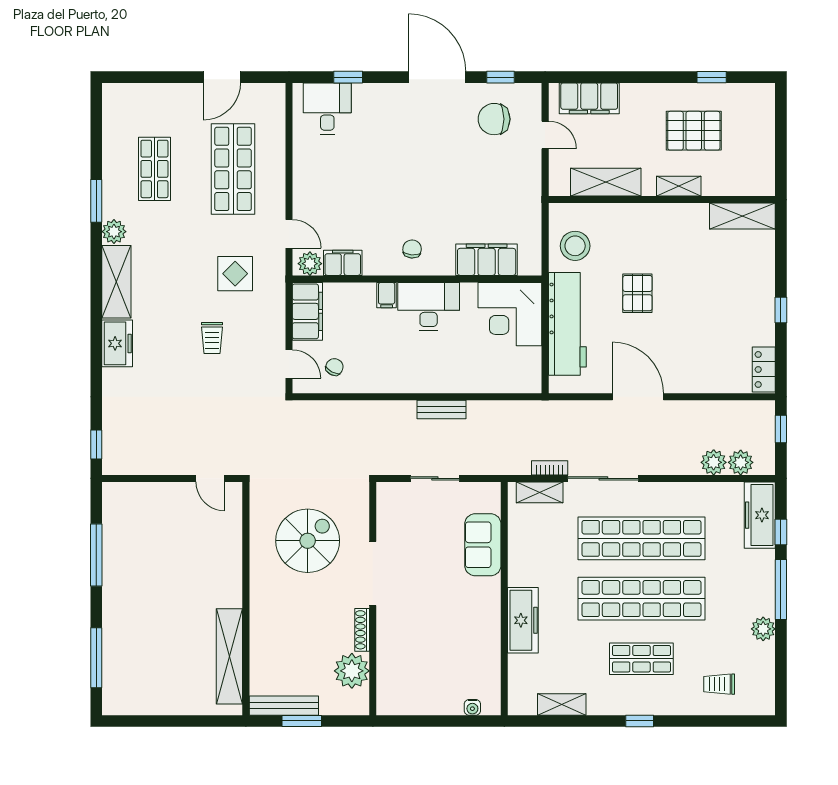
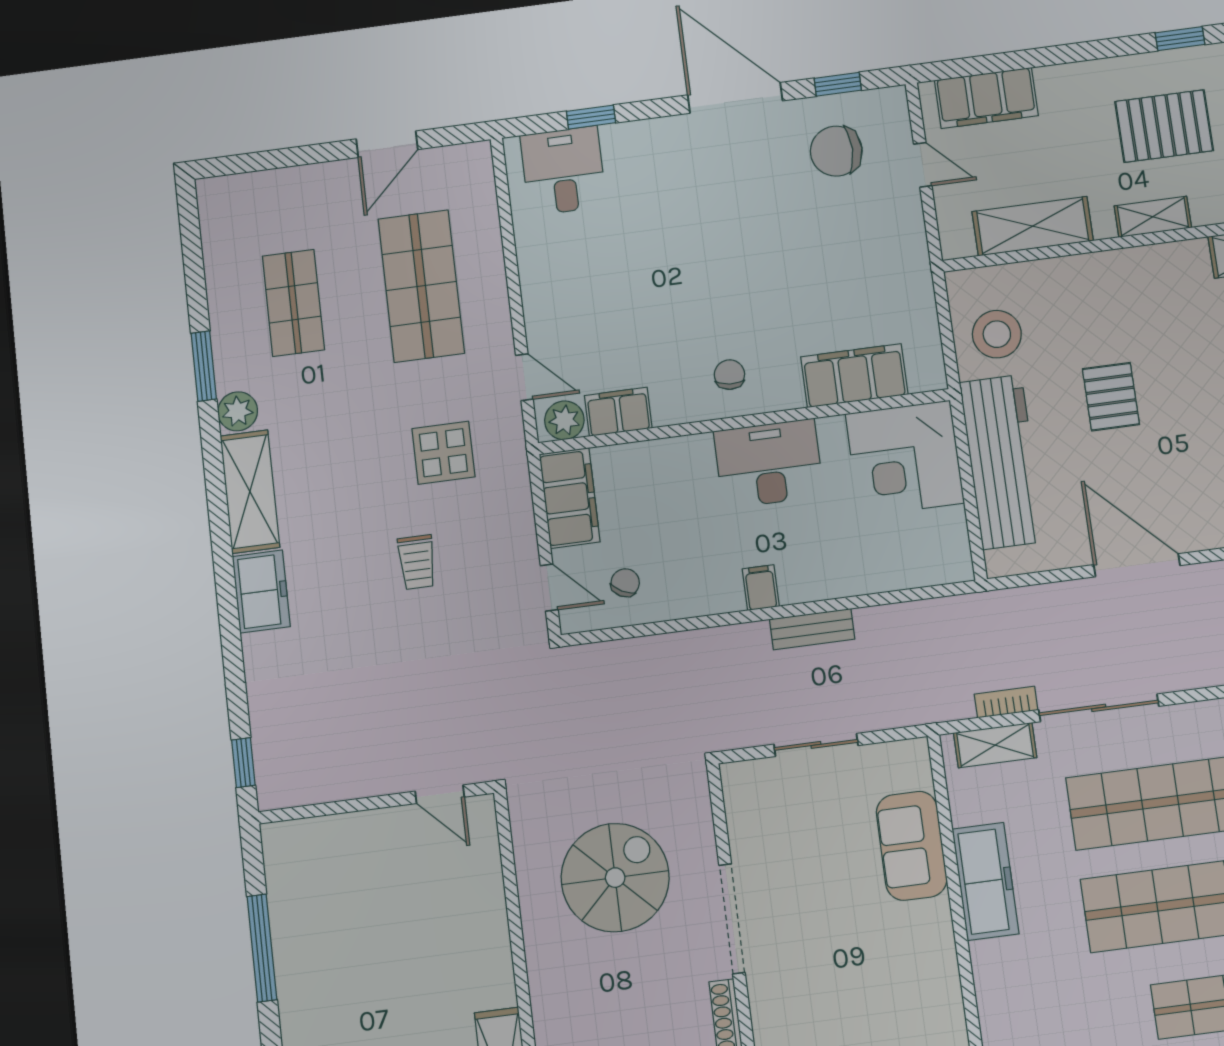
filing cabinet: (387, 295) -> (761, 588), moved, turned 180
freezer: (523, 620) -> (985, 881), moved

